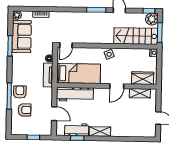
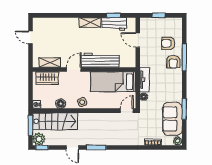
floor lamp: (130, 53) -> (61, 104), added
workbench: (75, 94) -> (100, 60), moved

